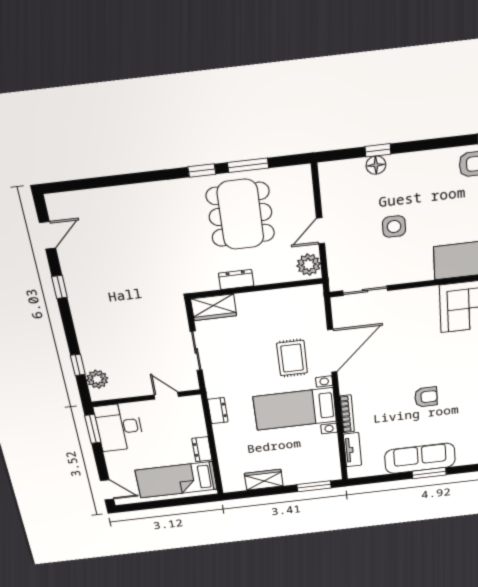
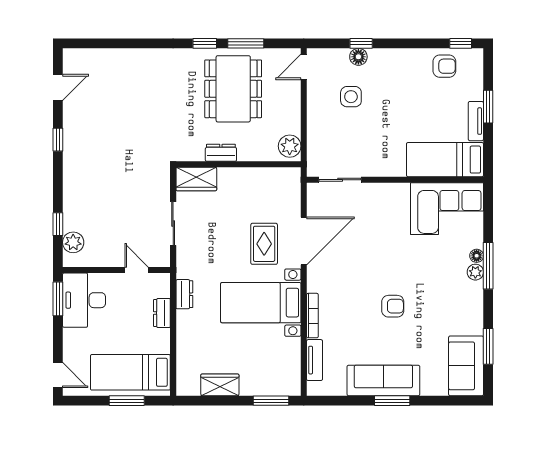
side table: (394, 227) -> (351, 97), moved
door: (321, 231) -> (304, 67), moved
dresser: (202, 449) -> (162, 313), moved
window: (177, 502) -> (127, 401), added

